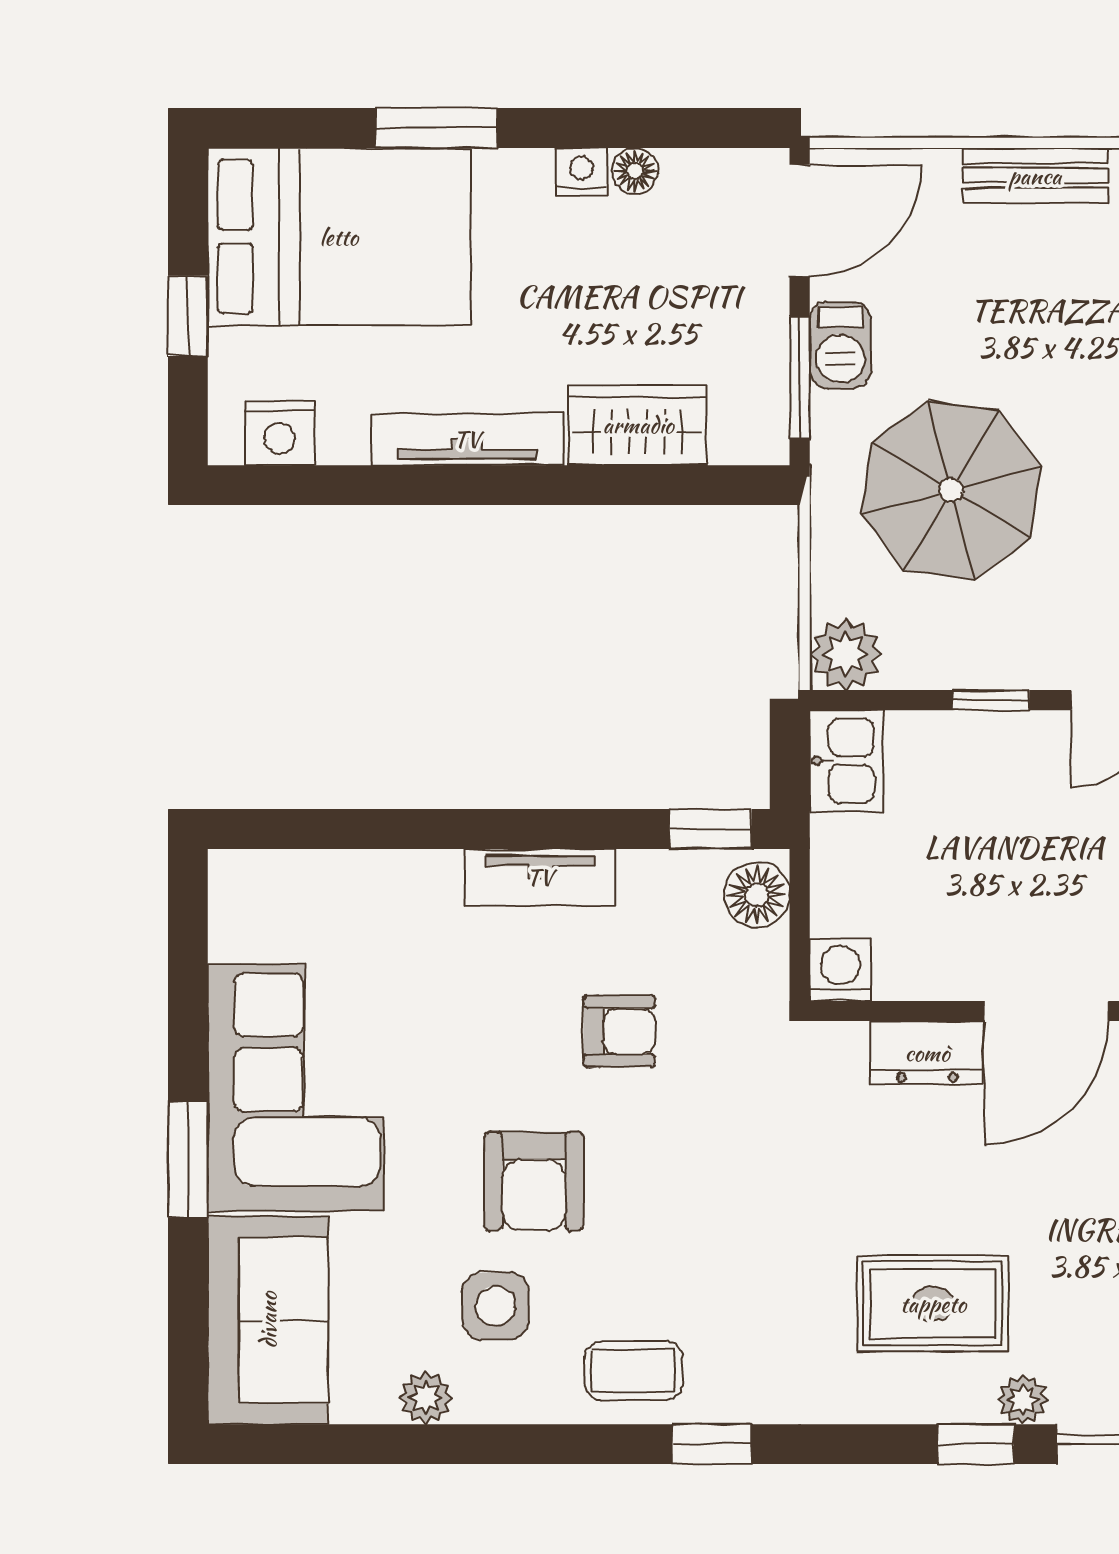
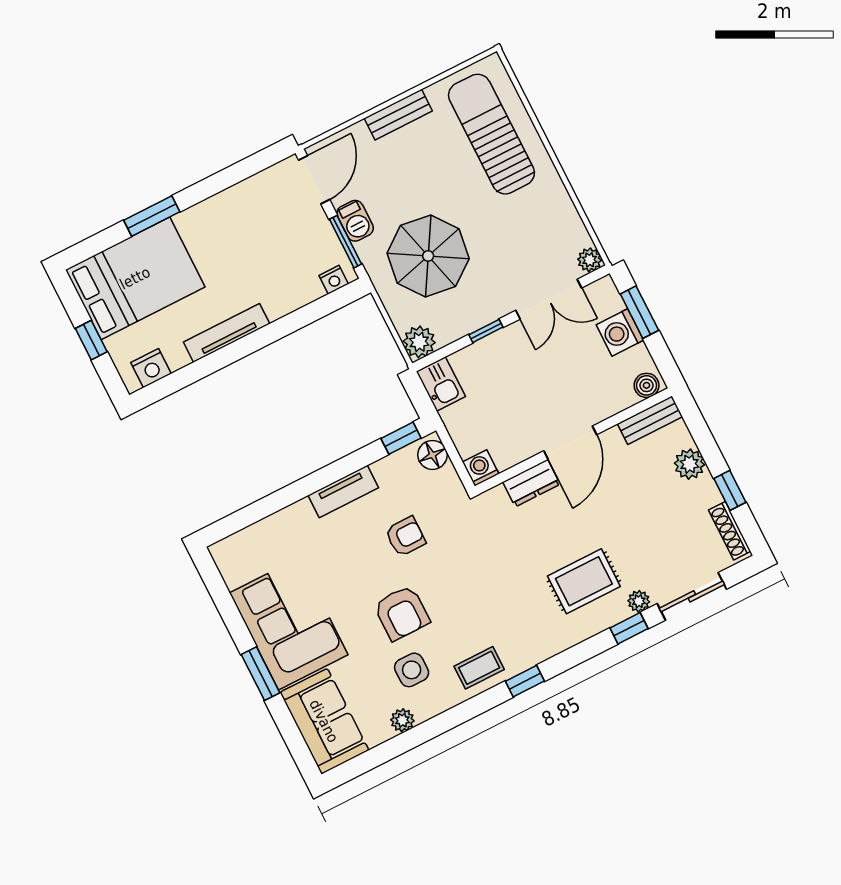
floor lamp: (635, 171) -> (239, 193), removed
nightstand: (581, 172) -> (334, 280), moved, turned 180
wardrobe: (638, 425) -> (291, 293), removed

